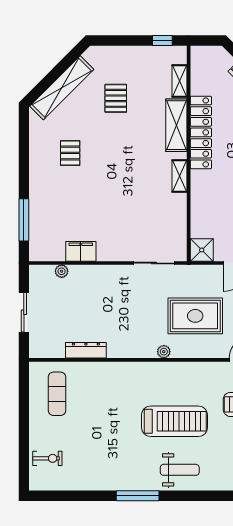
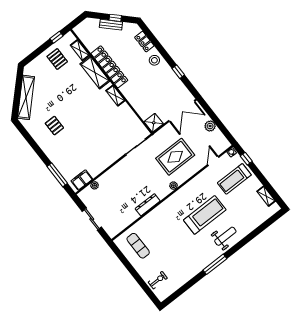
pallet: (116, 98) -> (57, 59), moved
filing cabinet: (81, 251) -> (82, 180), moved
dresser: (86, 350) -> (148, 205), moved

